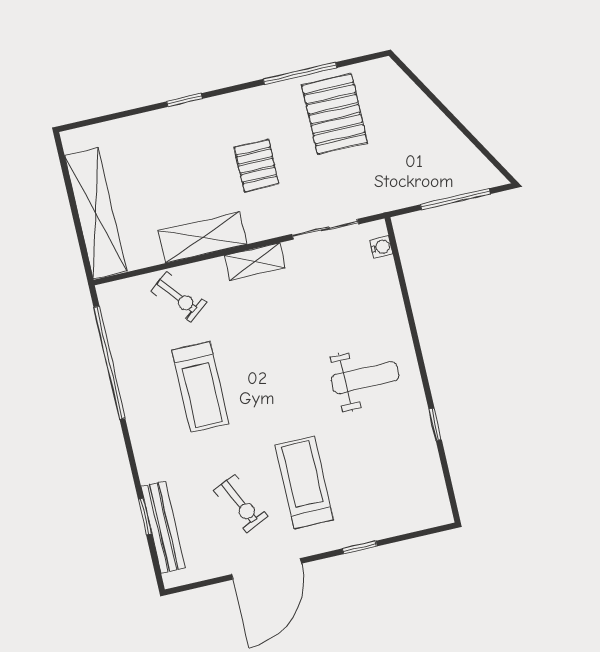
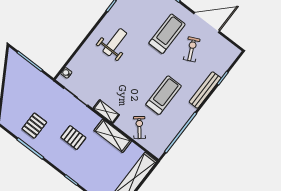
pallet: (335, 114) -> (34, 126), width x0.67, depth x0.71
pallet: (256, 166) -> (73, 138), turned 90
weight bench: (365, 378) -> (115, 42), turned 90
treadmill: (304, 482) -> (167, 34), turned 180
bench: (163, 527) -> (205, 90), moved

